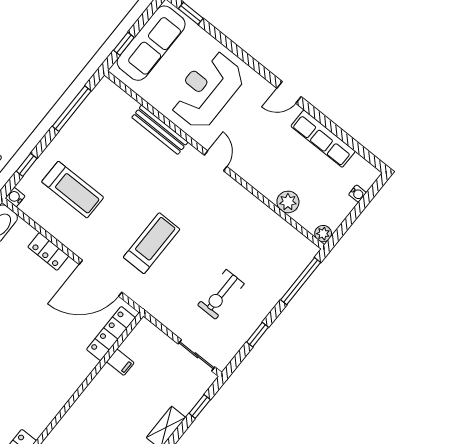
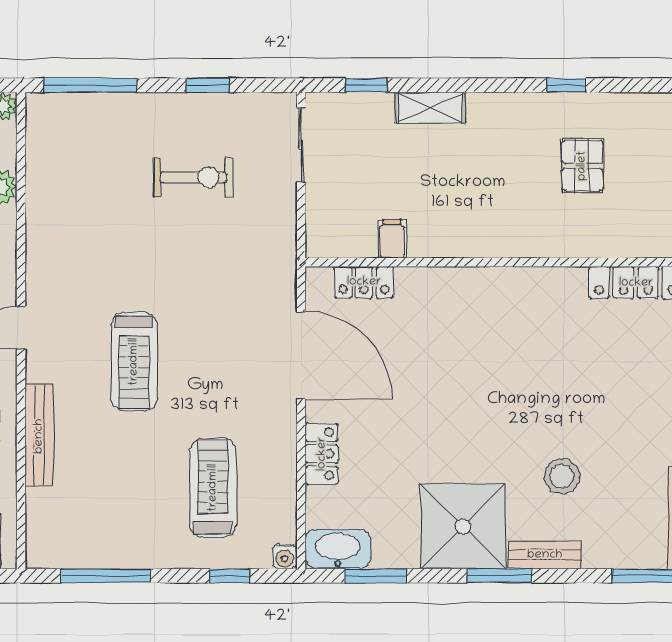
treadmill: (152, 243) -> (134, 362), moved, turned -90
locker: (111, 334) -> (364, 282), width x0.66

